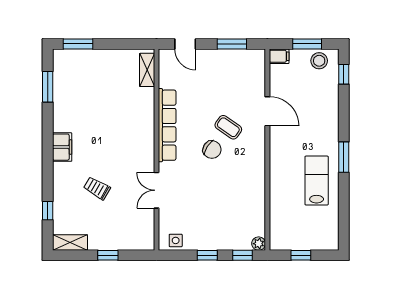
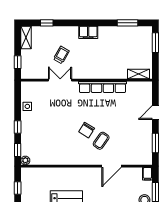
shelving: (147, 70) -> (138, 74), moved
row of seats: (167, 125) -> (102, 87), moved
wall: (157, 150) -> (87, 80), moved
double door: (157, 190) -> (60, 80), moved

